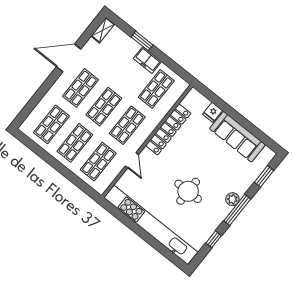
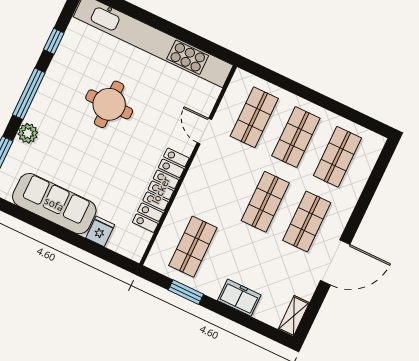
window: (142, 41) -> (186, 292), moved
freezer: (147, 60) -> (239, 298), moved
shop shelf: (127, 125) -> (224, 182), removed
plant: (232, 199) -> (28, 133), moved

